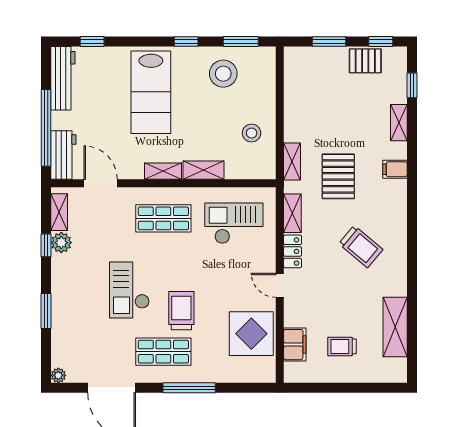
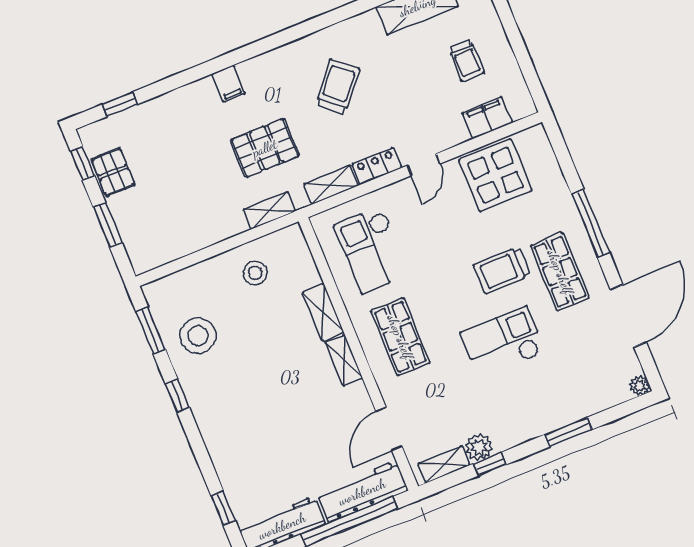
lab bench: (151, 92) -> (255, 413), removed
shelving: (399, 123) -> (171, 102), removed
workbench: (63, 155) -> (362, 492), width x1.37
checkout: (129, 290) -> (503, 342), turned 180

